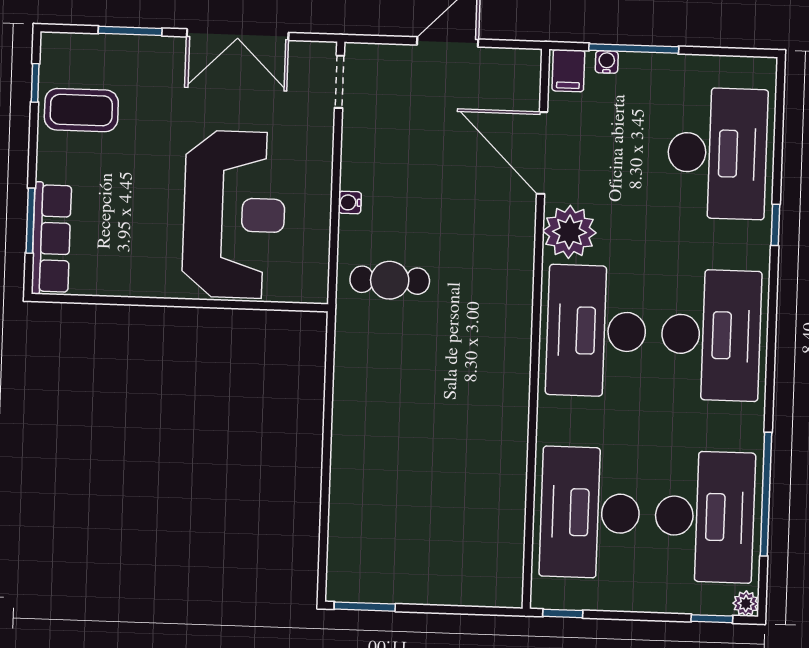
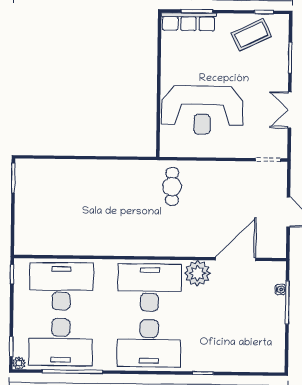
double door: (238, 35) -> (290, 110), width x0.73
filing cabinet: (568, 71) -> (276, 271), removed
coffee table: (81, 110) -> (251, 35), turned 64
desk: (717, 153) -> (237, 344), removed
water cooler: (350, 202) -> (209, 166), removed

